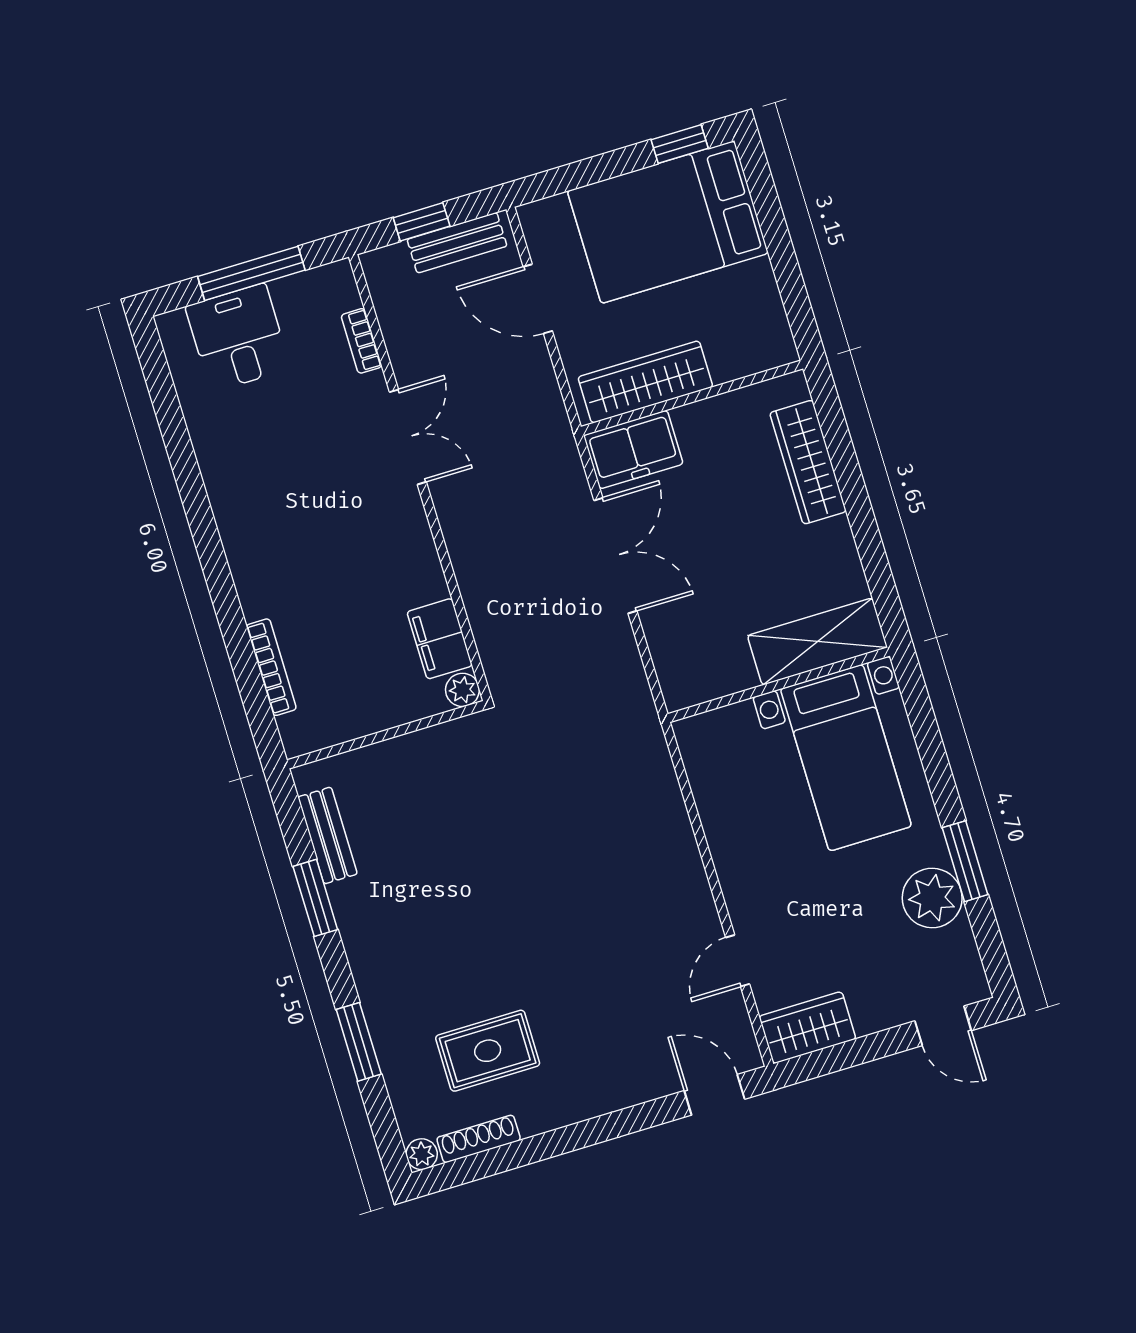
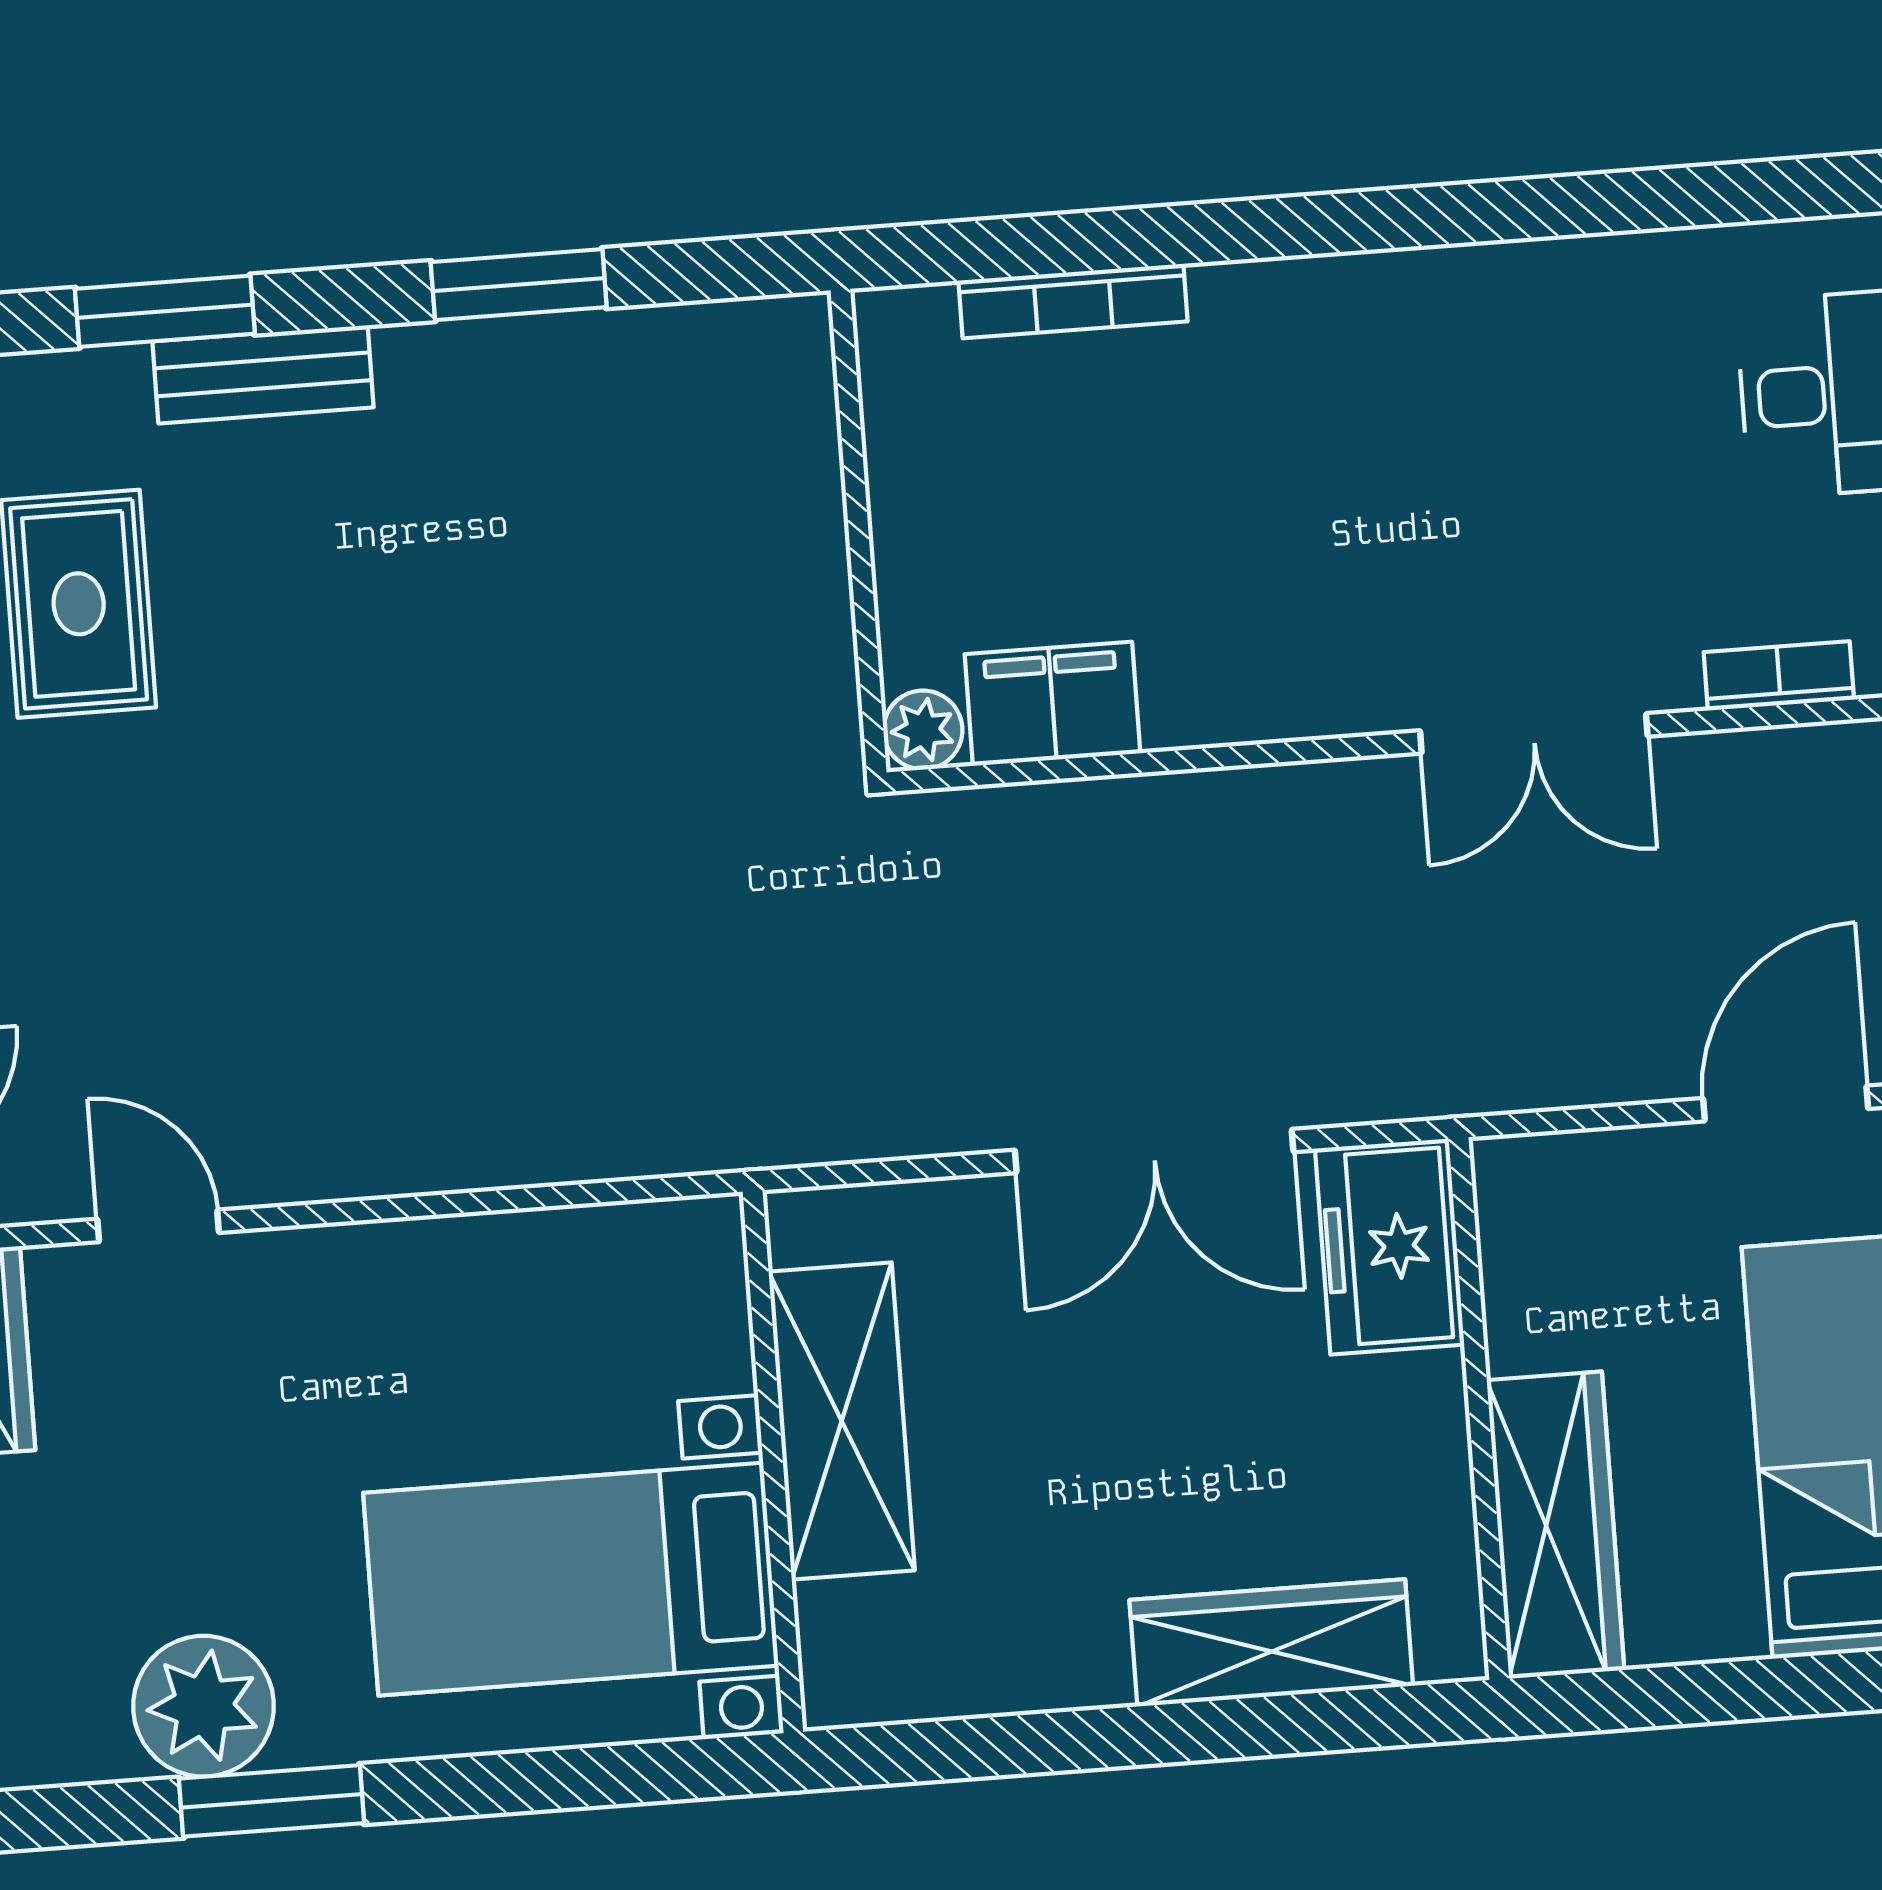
wardrobe: (645, 382) -> (1555, 1525), moved
shelving: (818, 642) -> (842, 1421), moved
bench: (328, 835) -> (263, 374), moved

